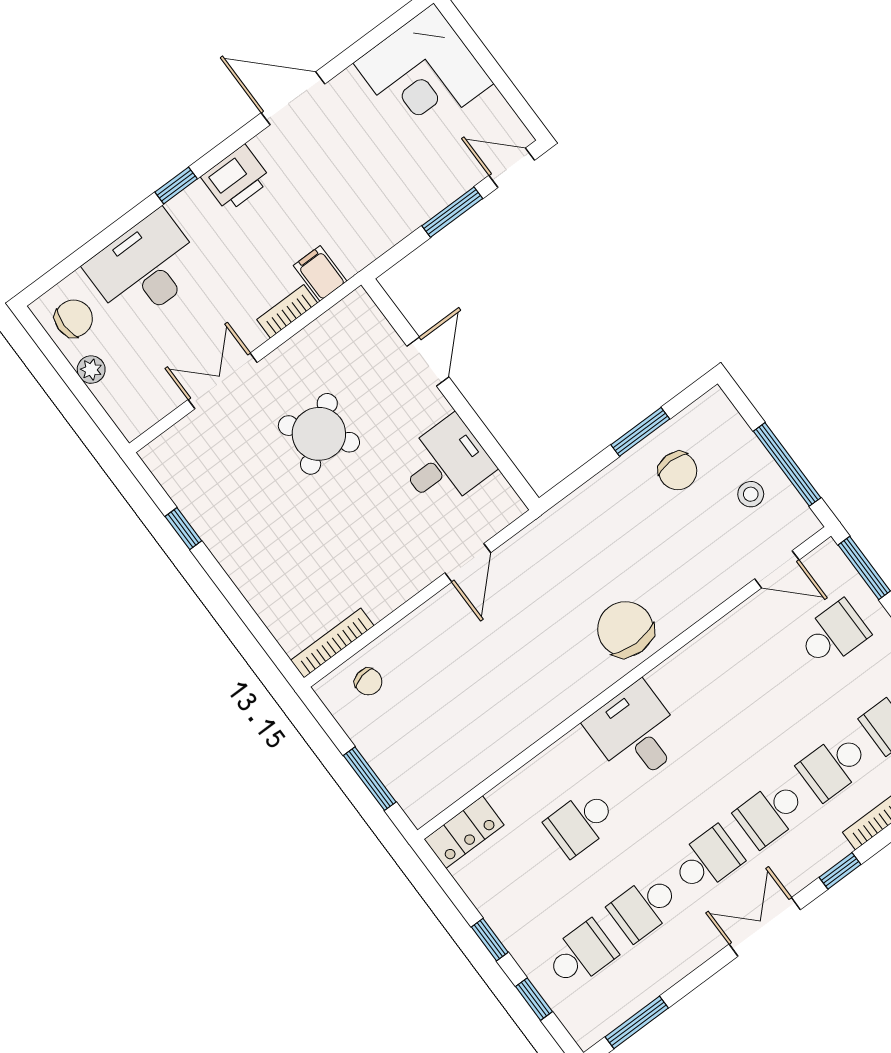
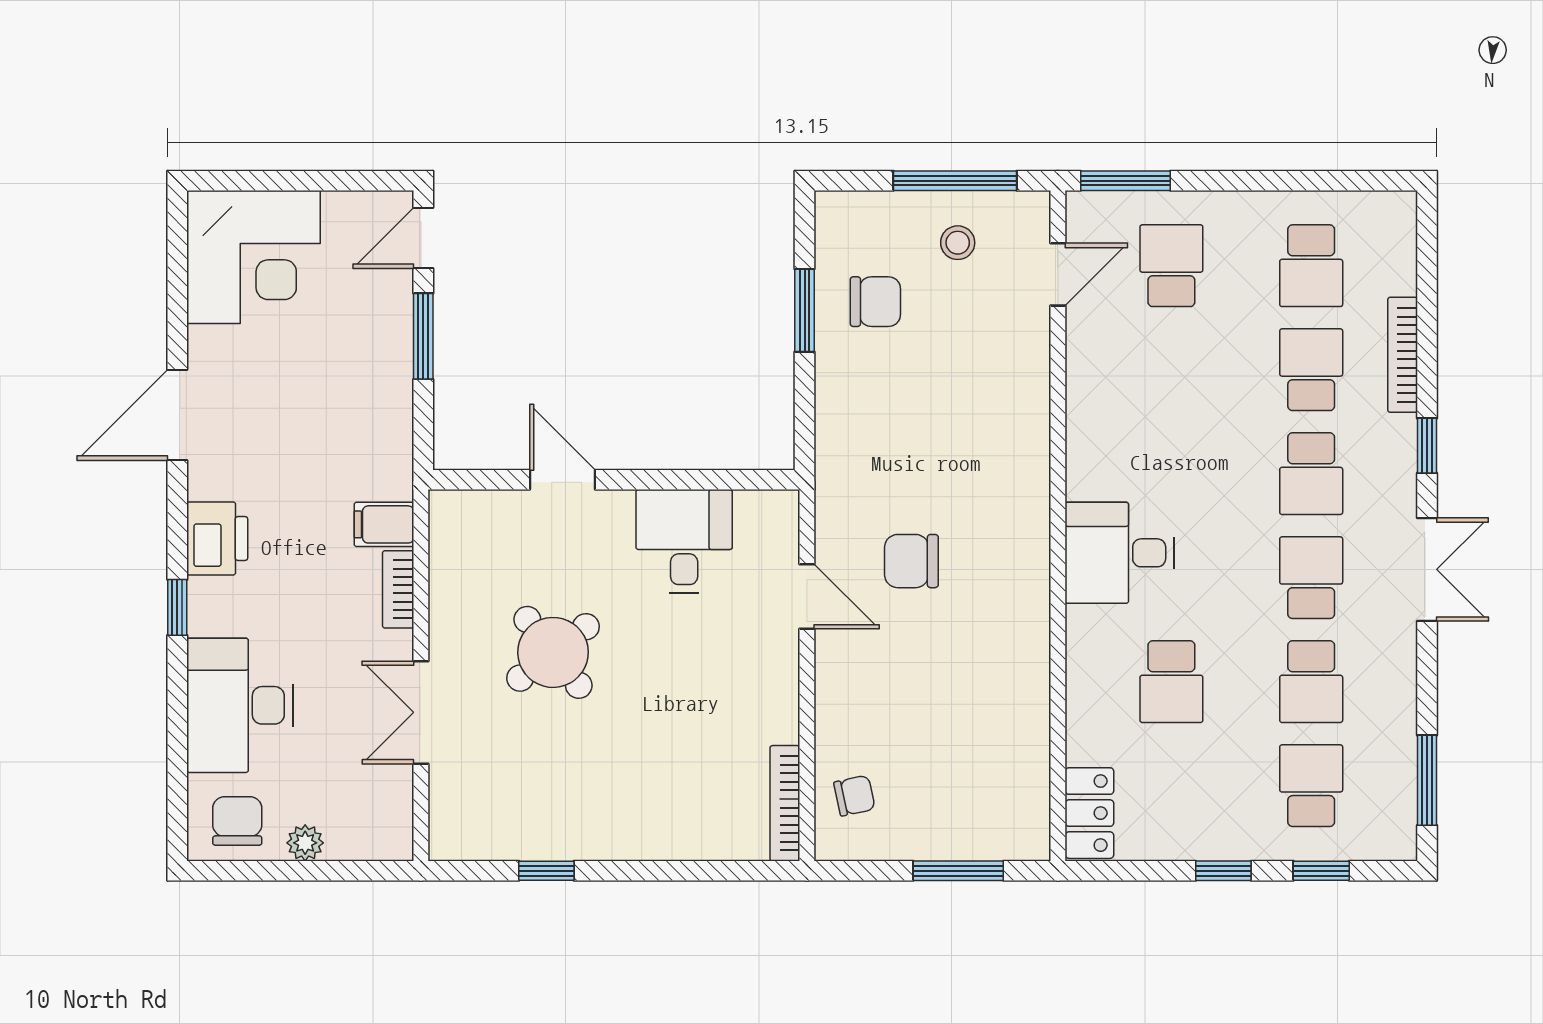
chair: (625, 629) -> (911, 561), moved, width x0.73, depth x0.73
school desk: (834, 766) -> (1311, 370), turned 180
double door: (765, 927) -> (1427, 569), swing flipped

